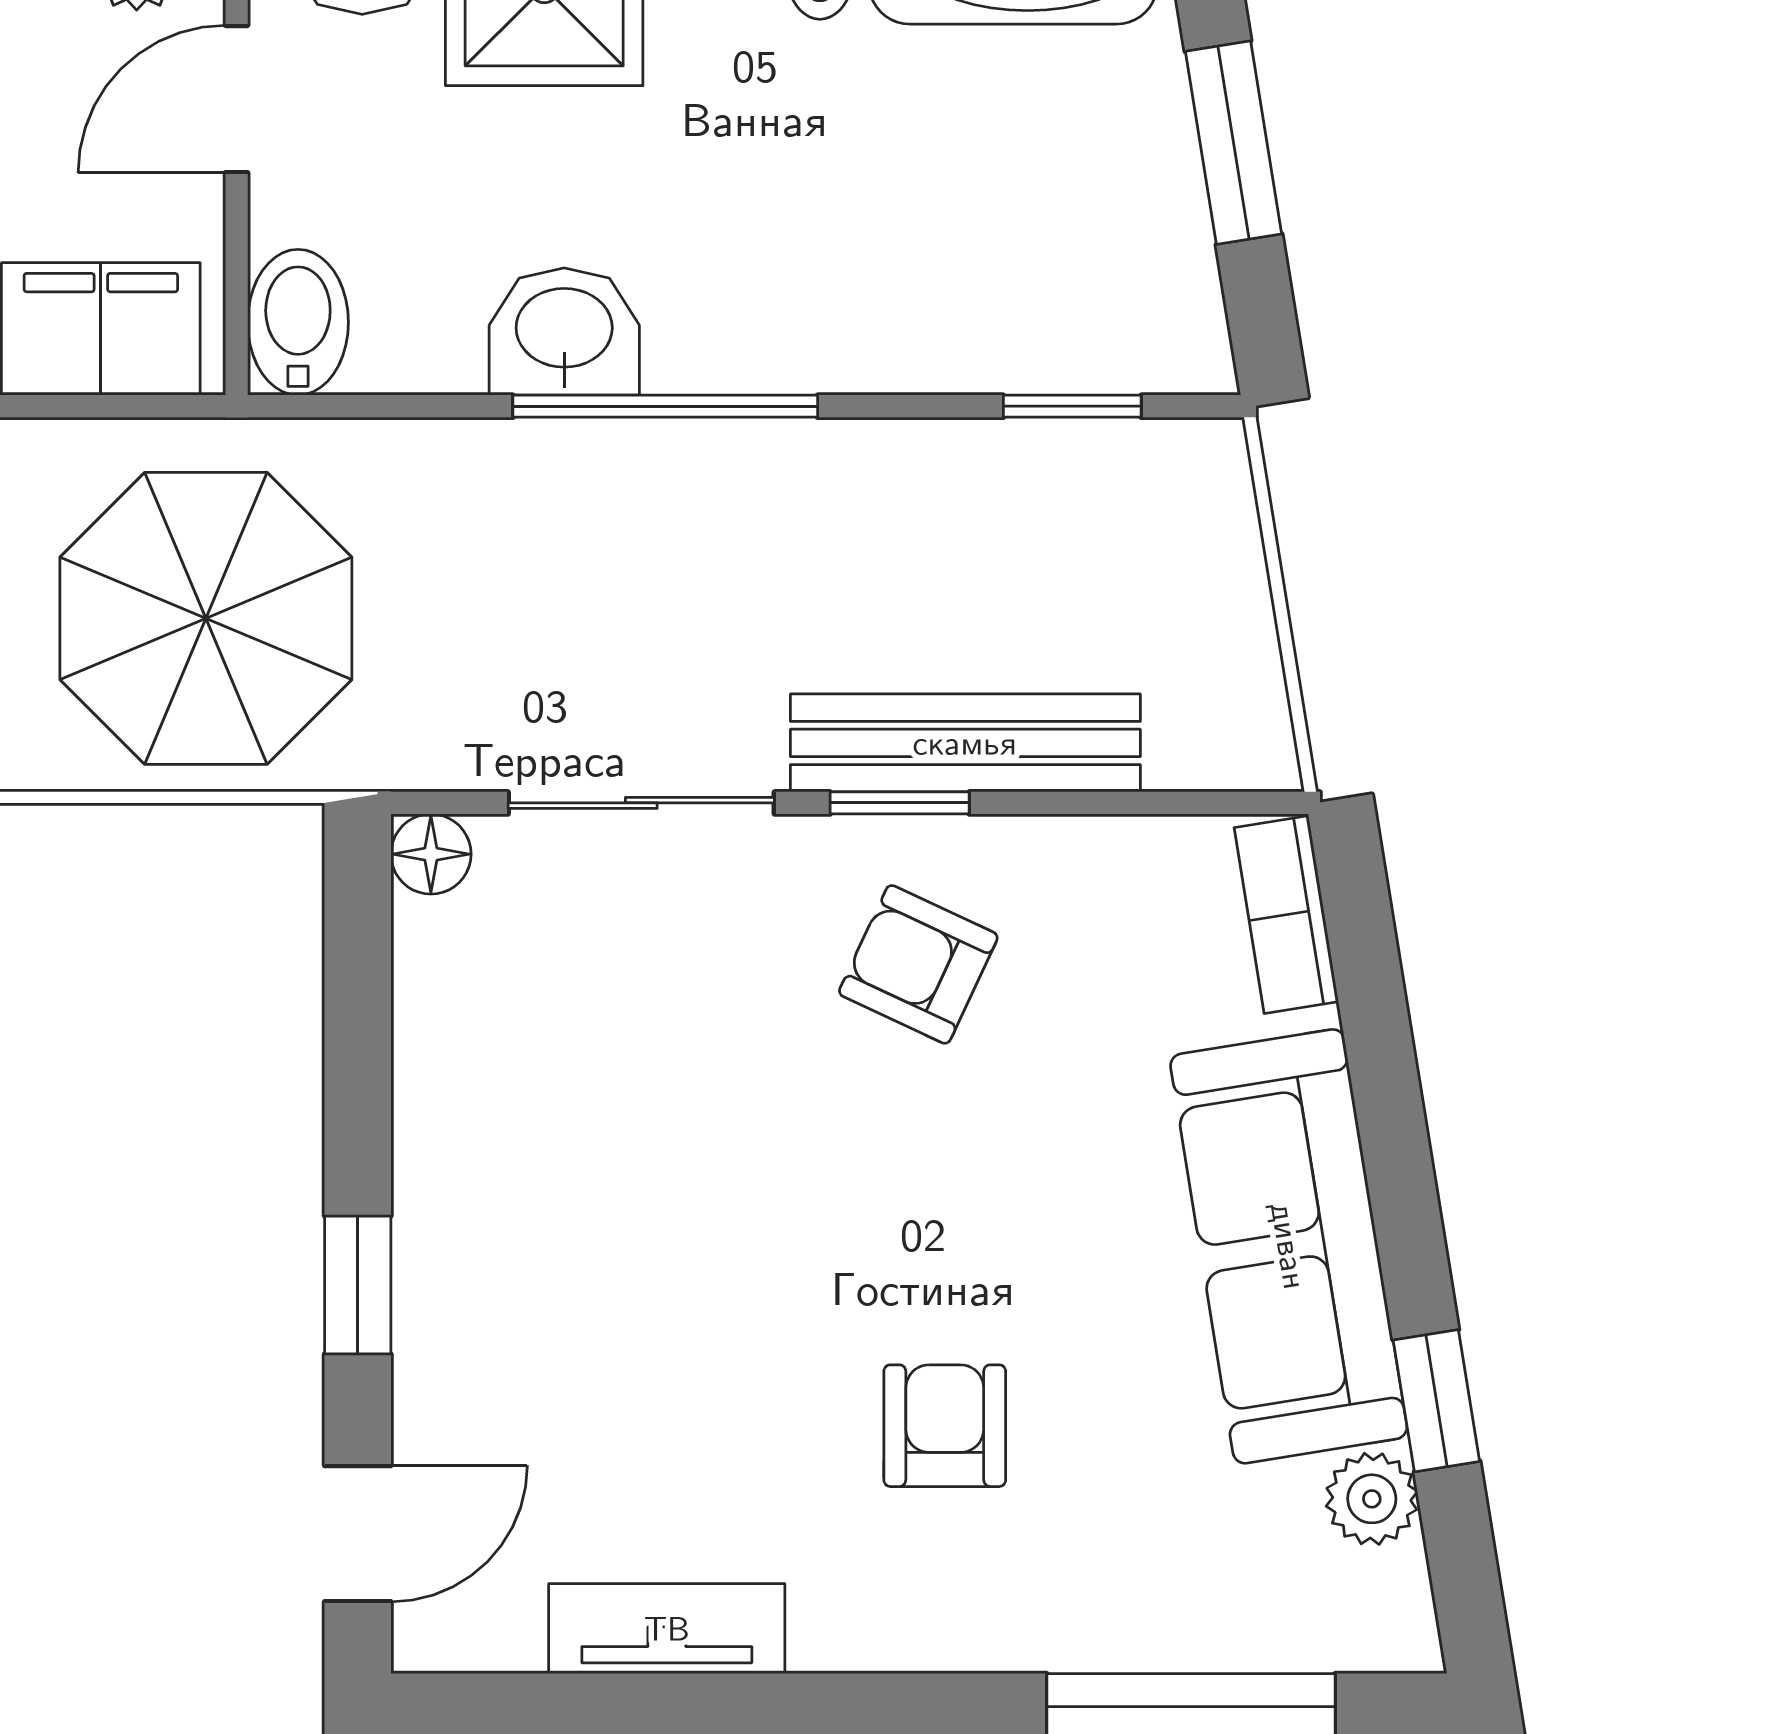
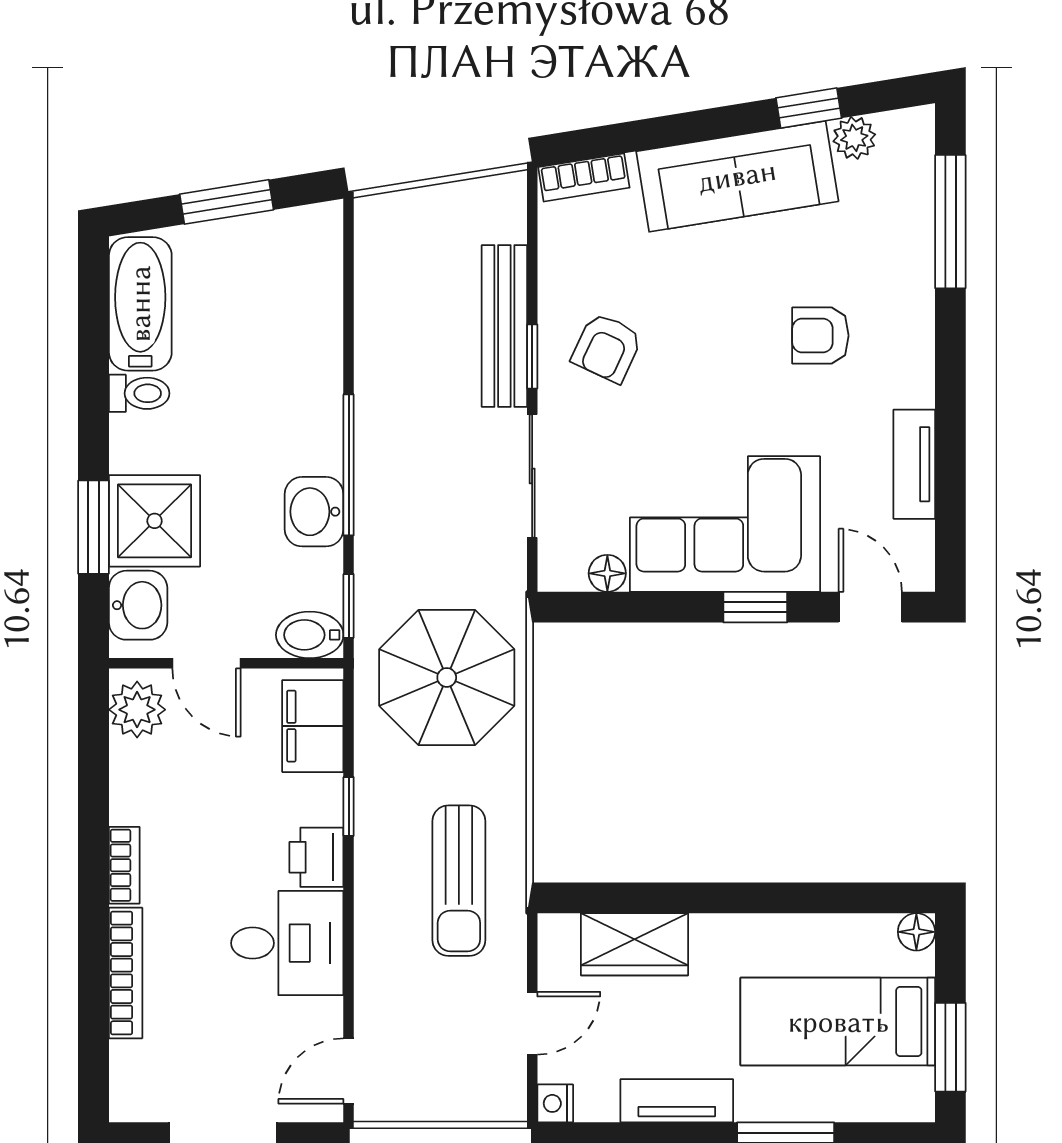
window: (1072, 406) -> (349, 606), moved
floor lamp: (431, 854) -> (607, 573), moved
corner sofa: (537, 1220) -> (725, 524), added

